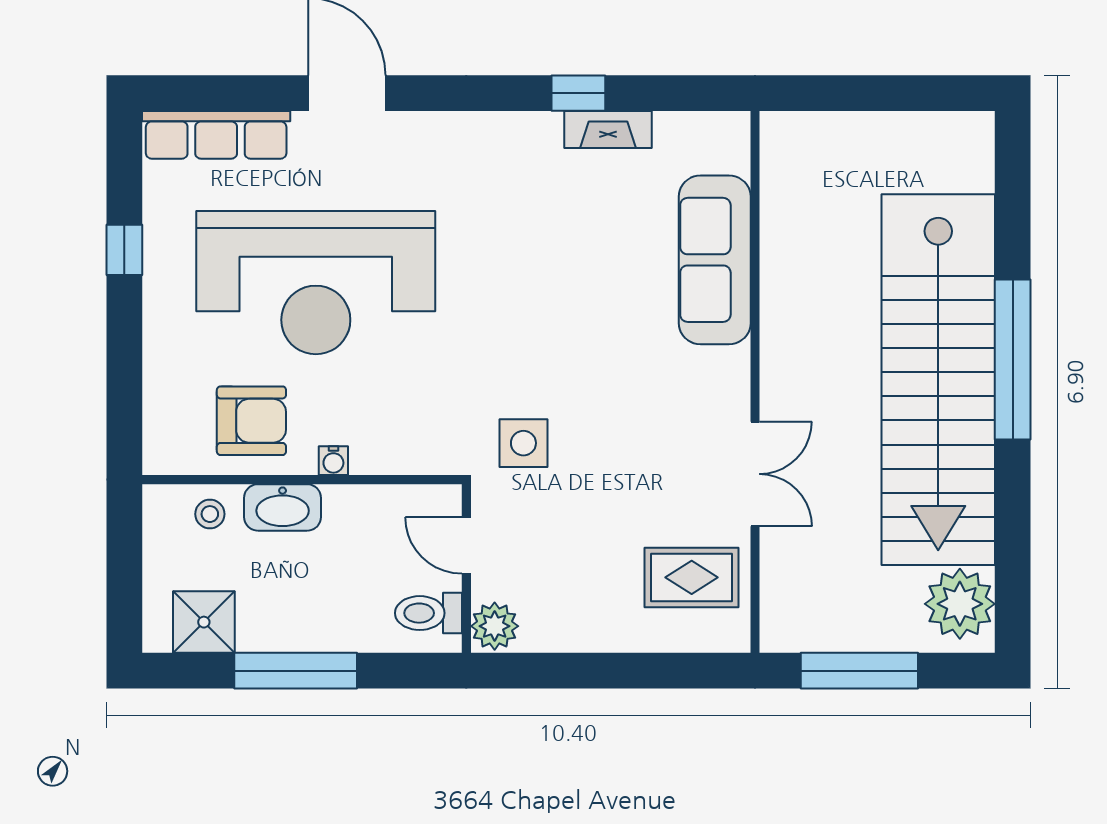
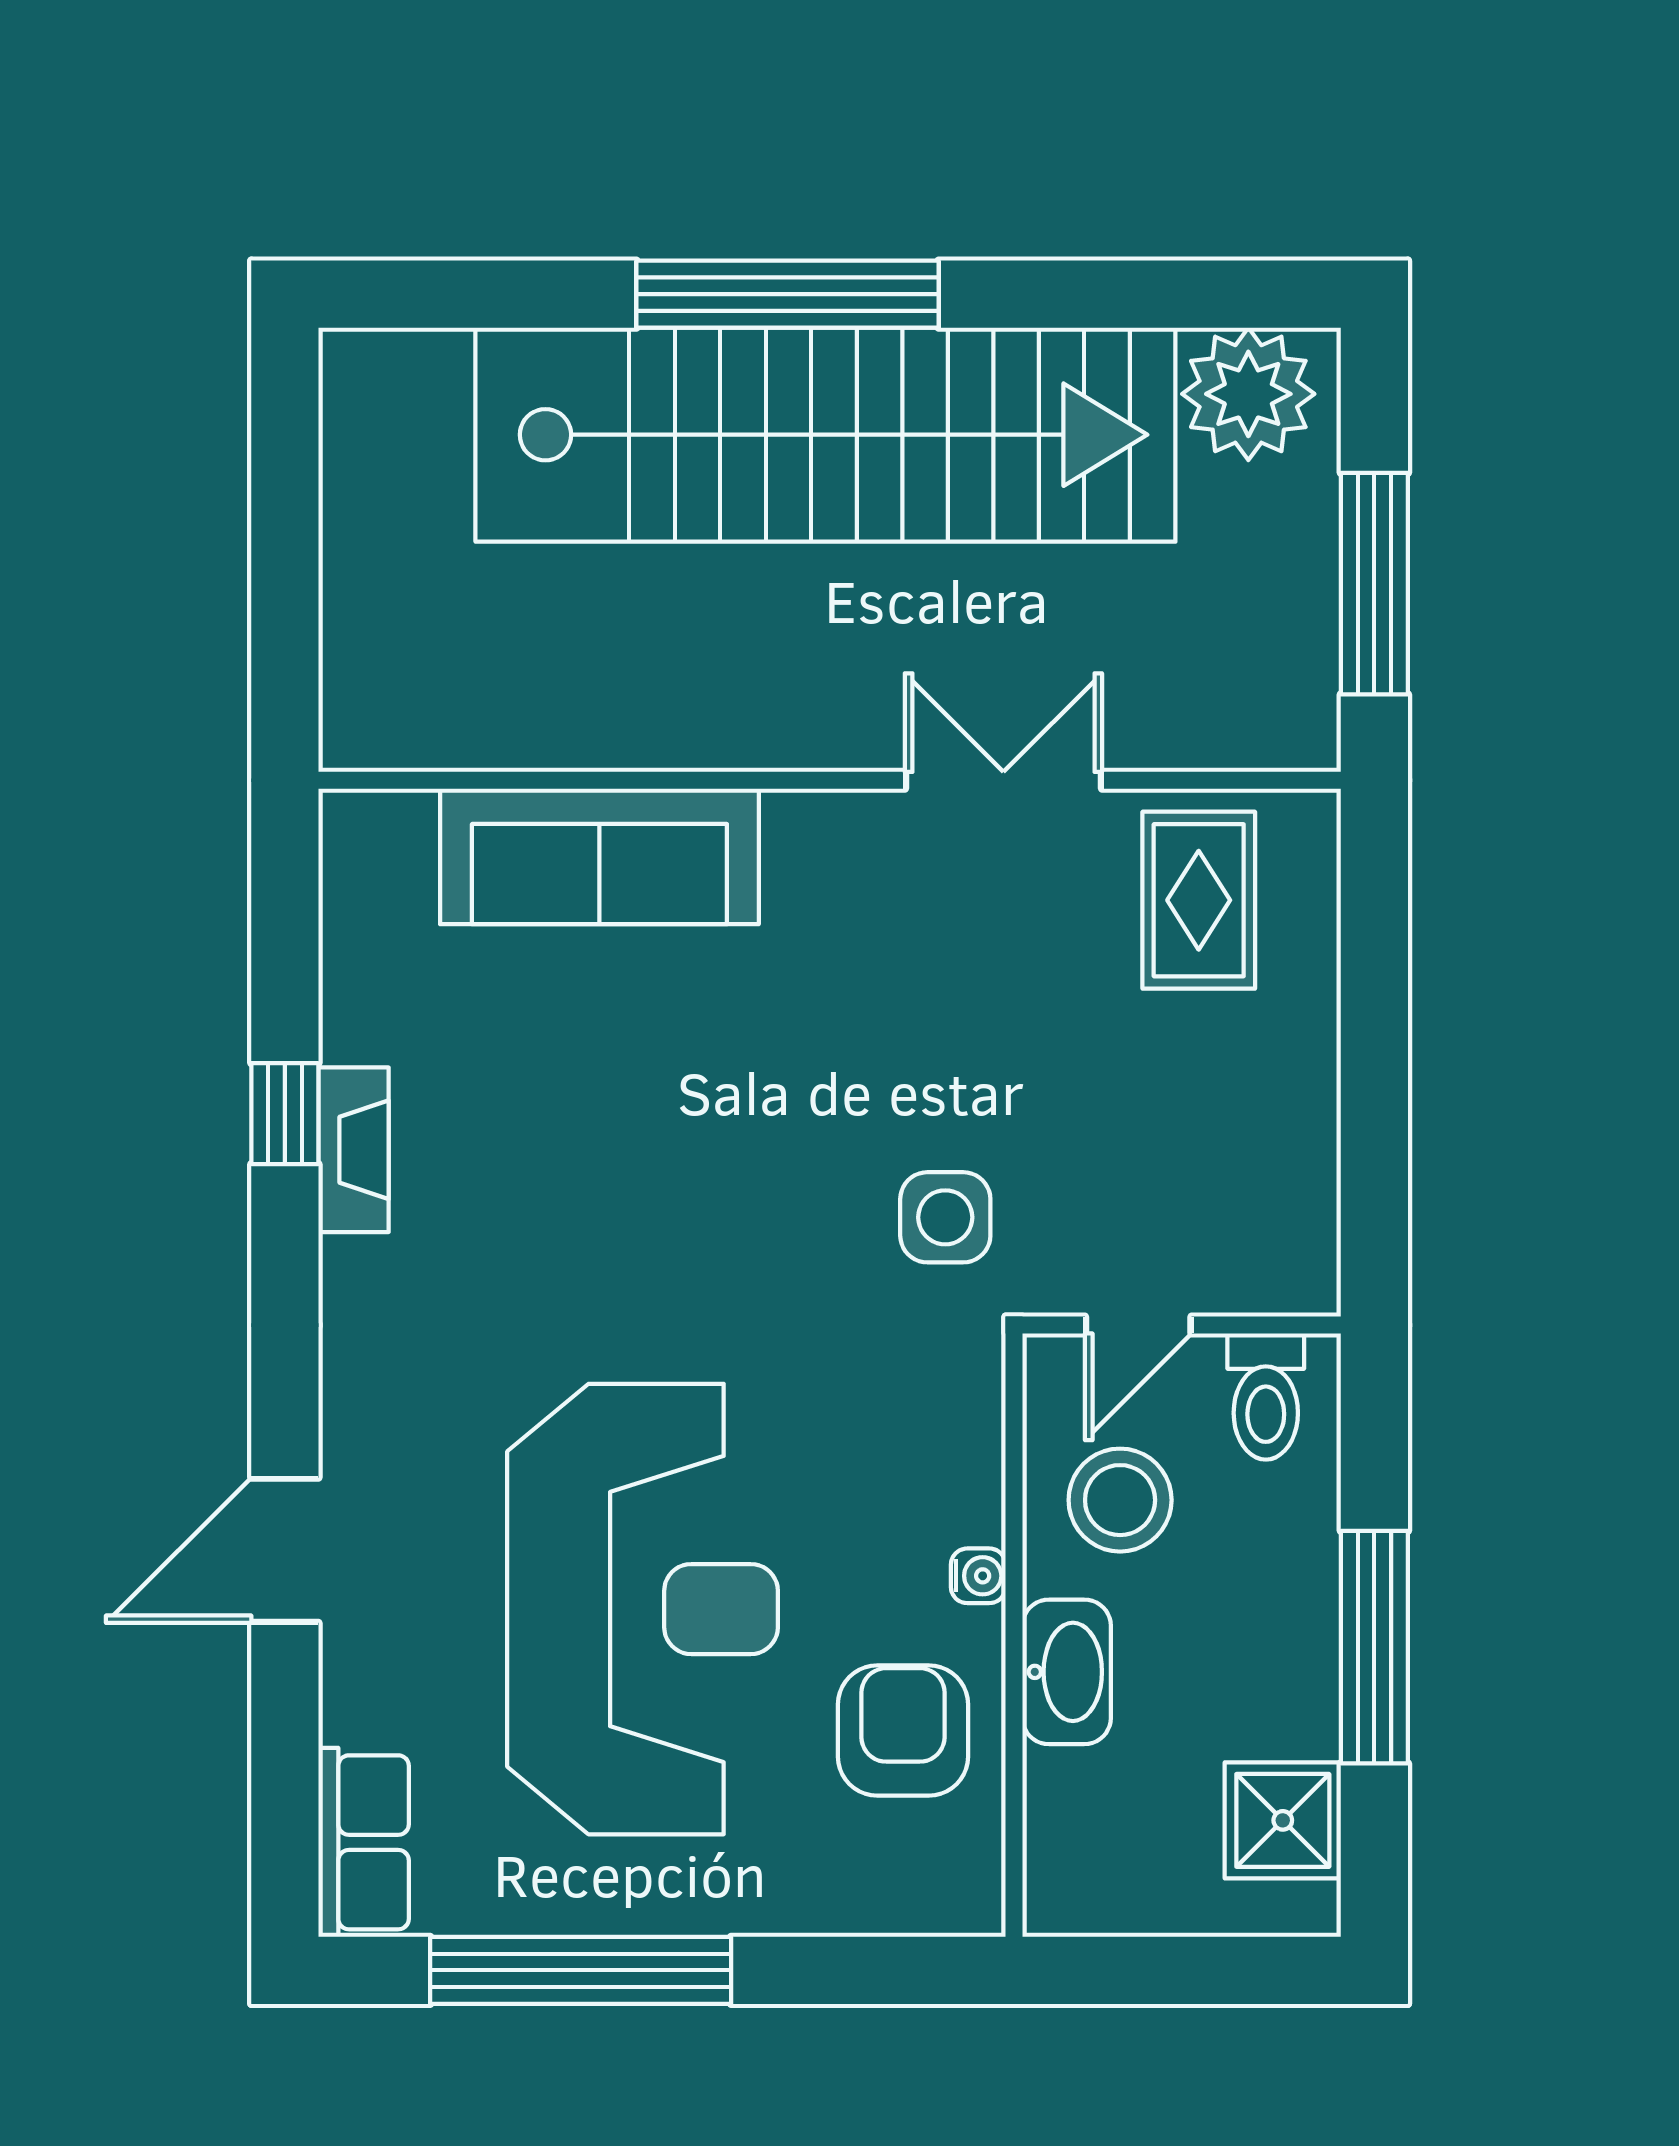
fireplace: (608, 130) -> (354, 1150), moved
row of seats: (216, 135) -> (364, 1842), width x0.68
window: (124, 250) -> (581, 1970), width x3.17
stool: (210, 514) -> (1120, 1500), moved, width x1.89, depth x1.89
plant: (495, 626) -> (1290, 1272), removed

